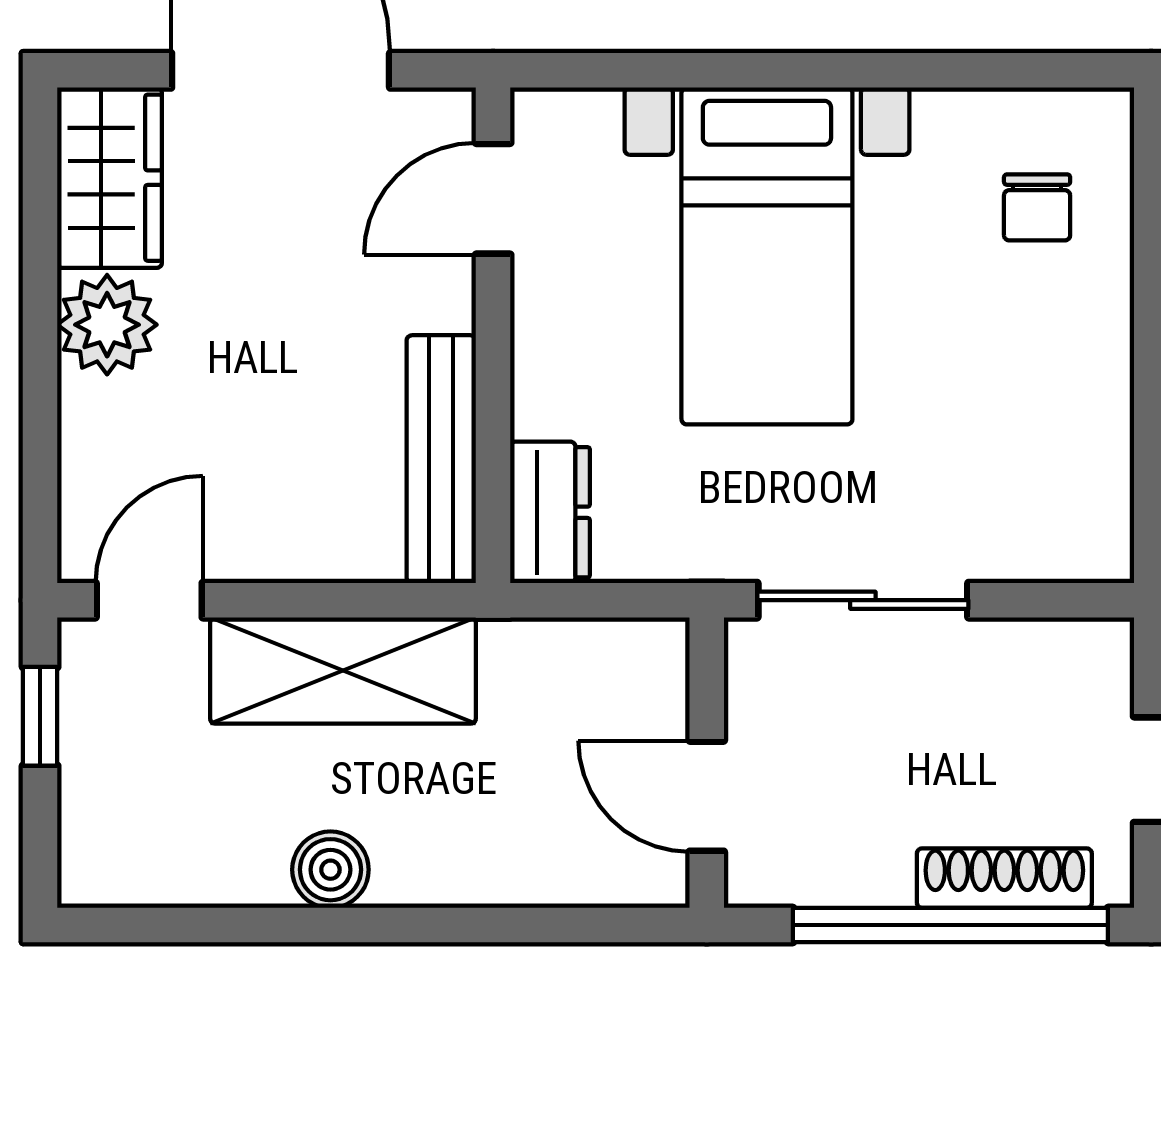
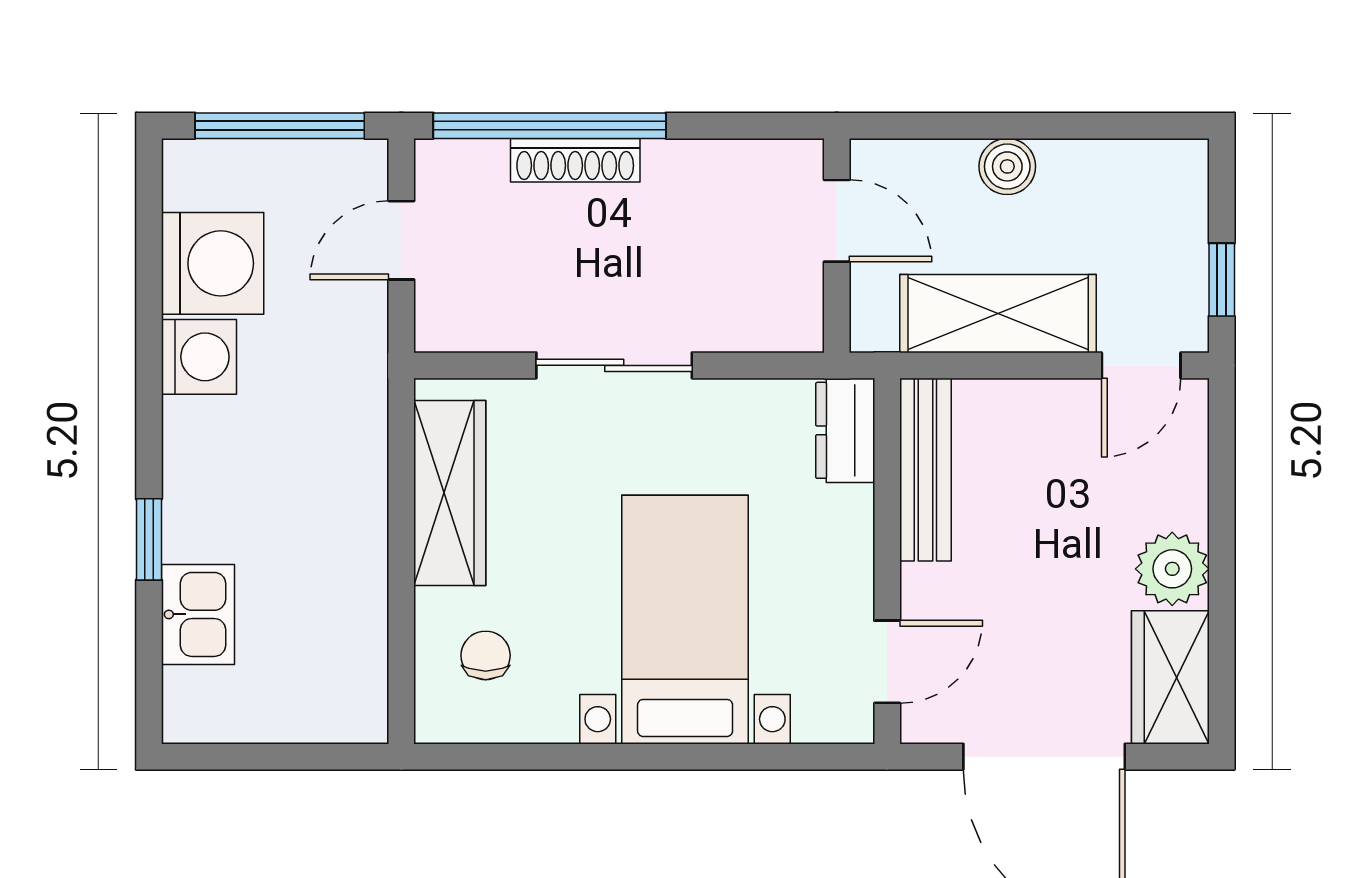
wardrobe: (1086, 427) -> (450, 493), added
wall: (707, 763) -> (837, 246), moved
door: (707, 796) -> (837, 221), moved
shoe rack: (1004, 878) -> (575, 160), moved

